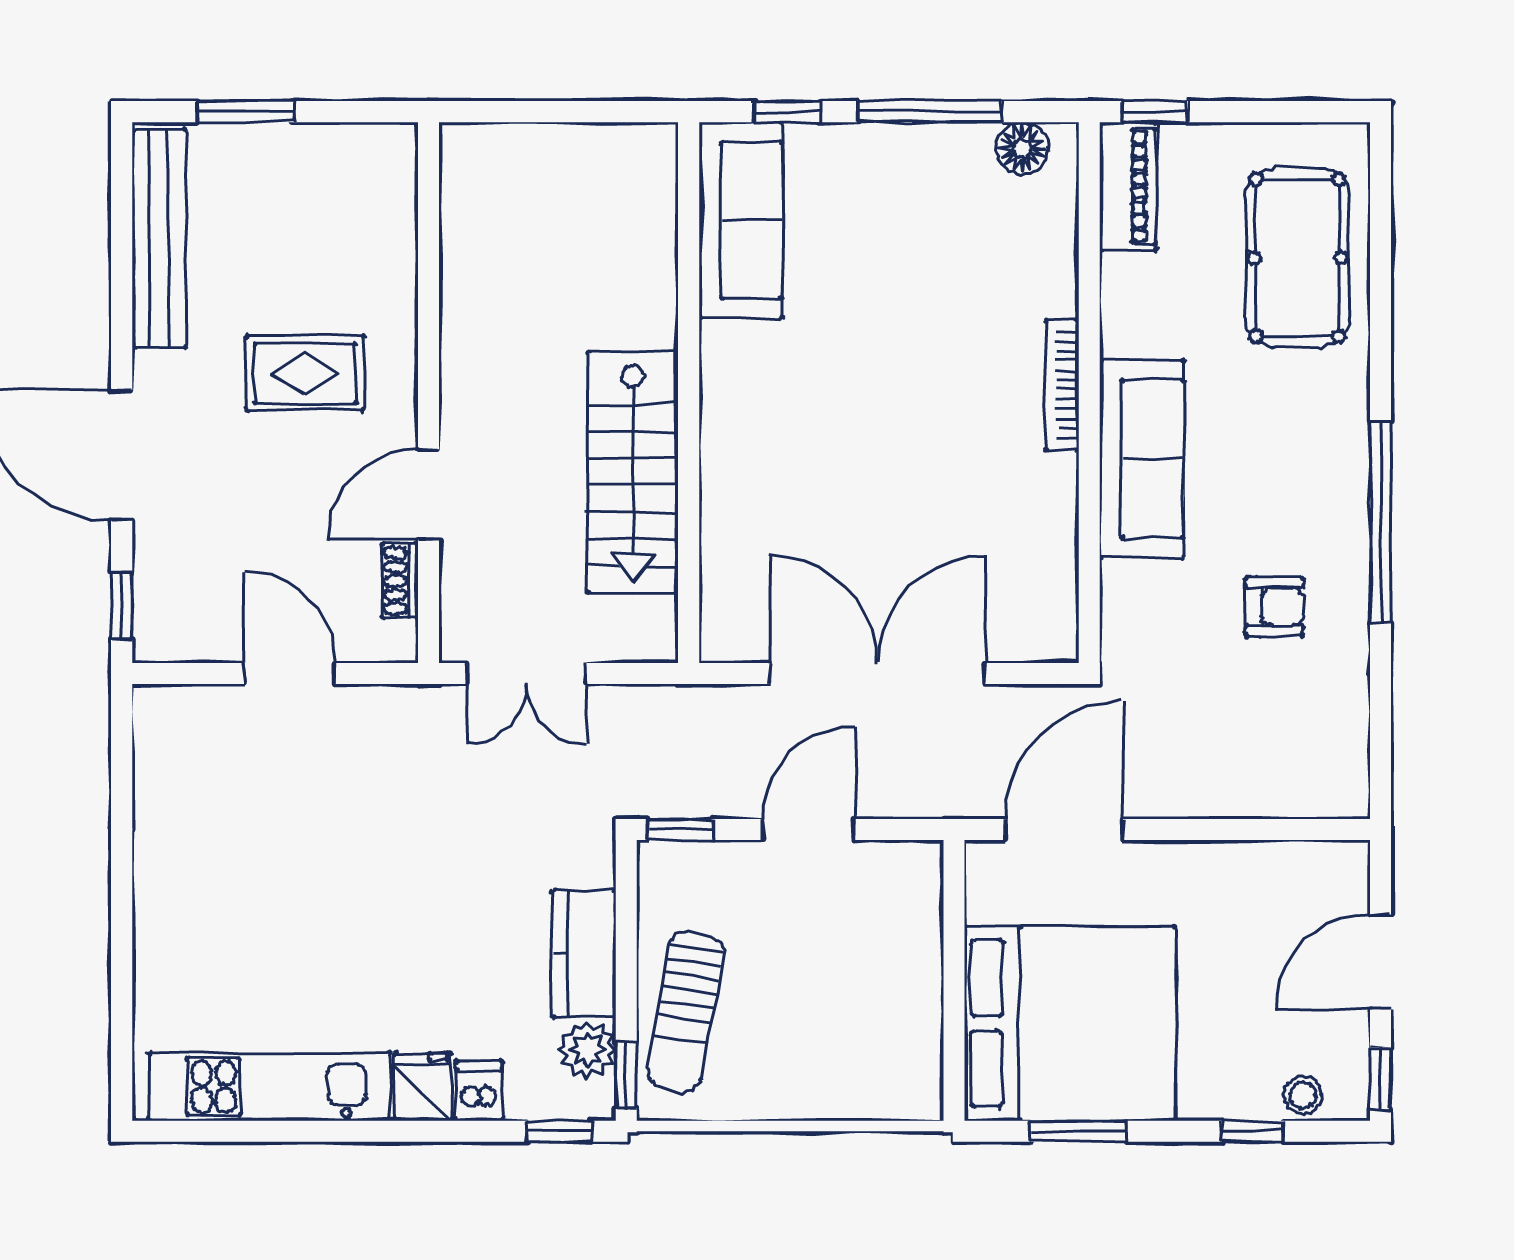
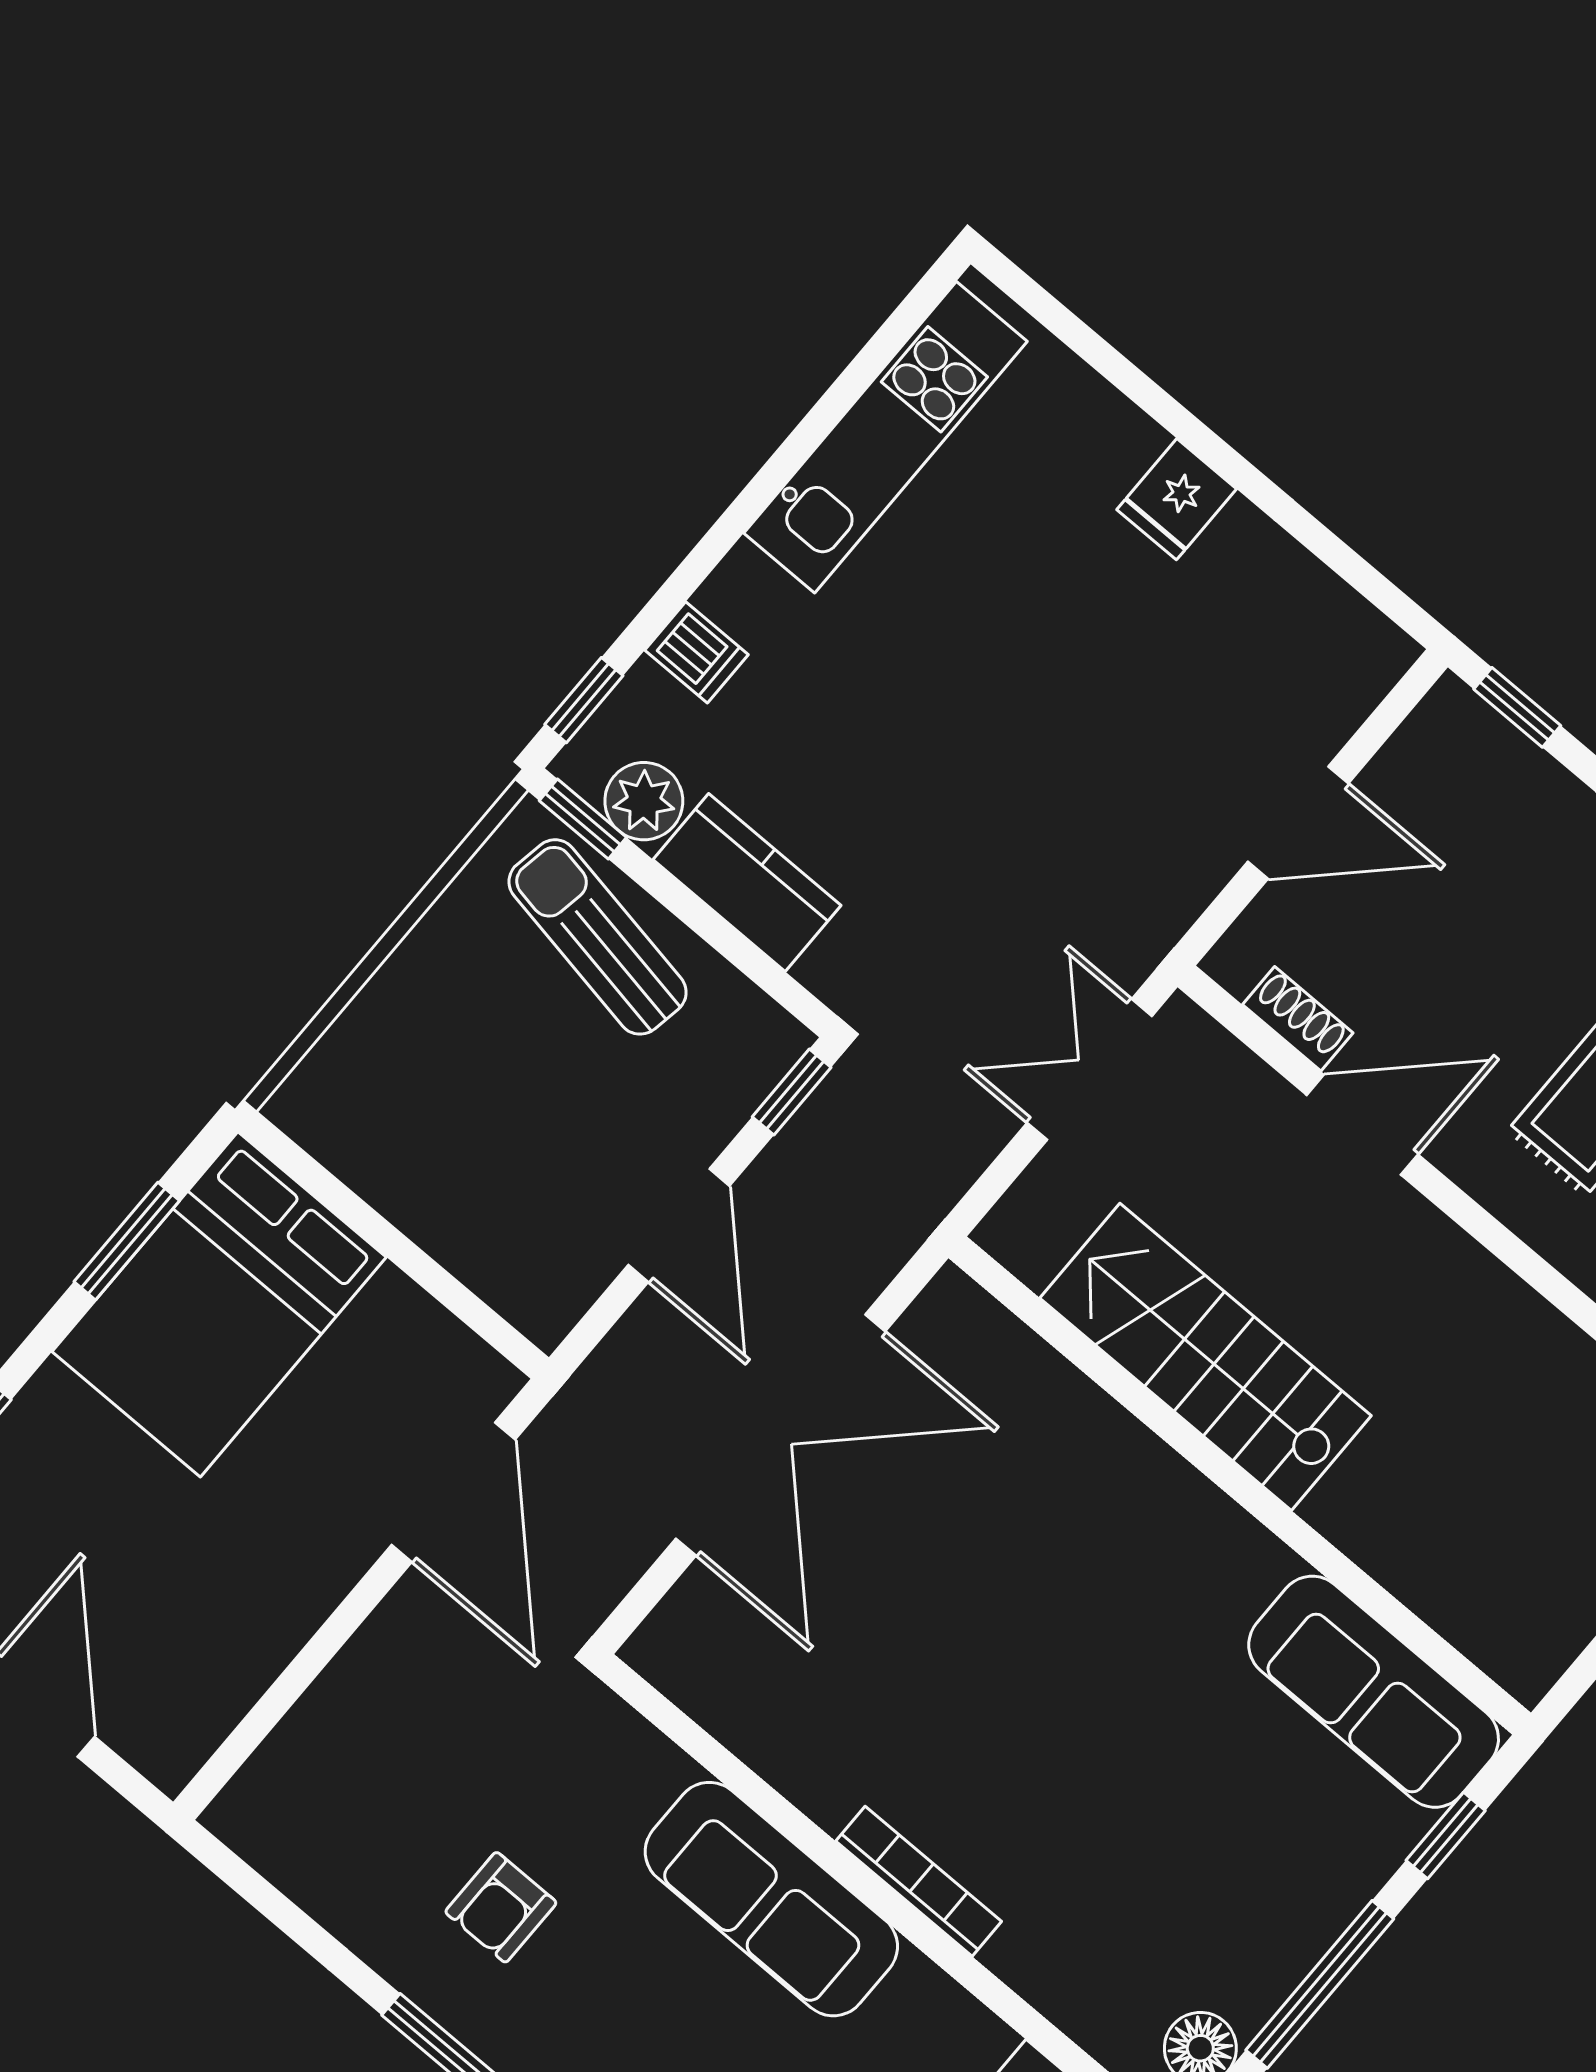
door: (429, 494) -> (1362, 1125), hinge flipped
bed: (1070, 1024) -> (219, 1304), width x0.73
fridge: (423, 1087) -> (1177, 499), moved, turned 90

